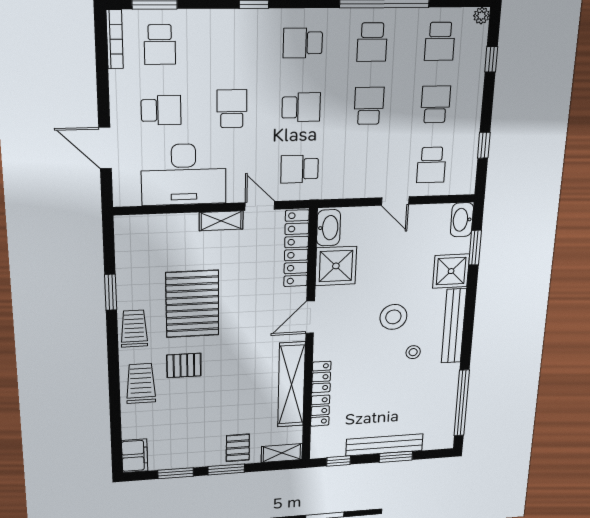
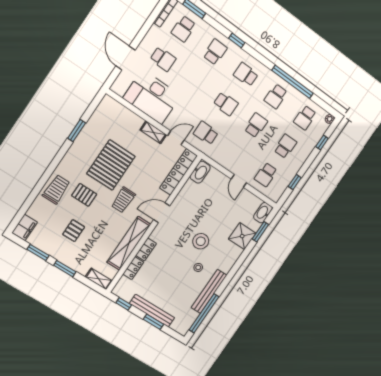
school desk: (232, 109) -> (215, 52), moved
door: (260, 206) -> (176, 138), hinge flipped
shower: (336, 266) -> (191, 194), removed
bench: (454, 326) -> (209, 291), moved
trolley: (134, 329) -> (123, 200), moved, turned 180
pallet: (238, 448) -> (74, 231), moved

